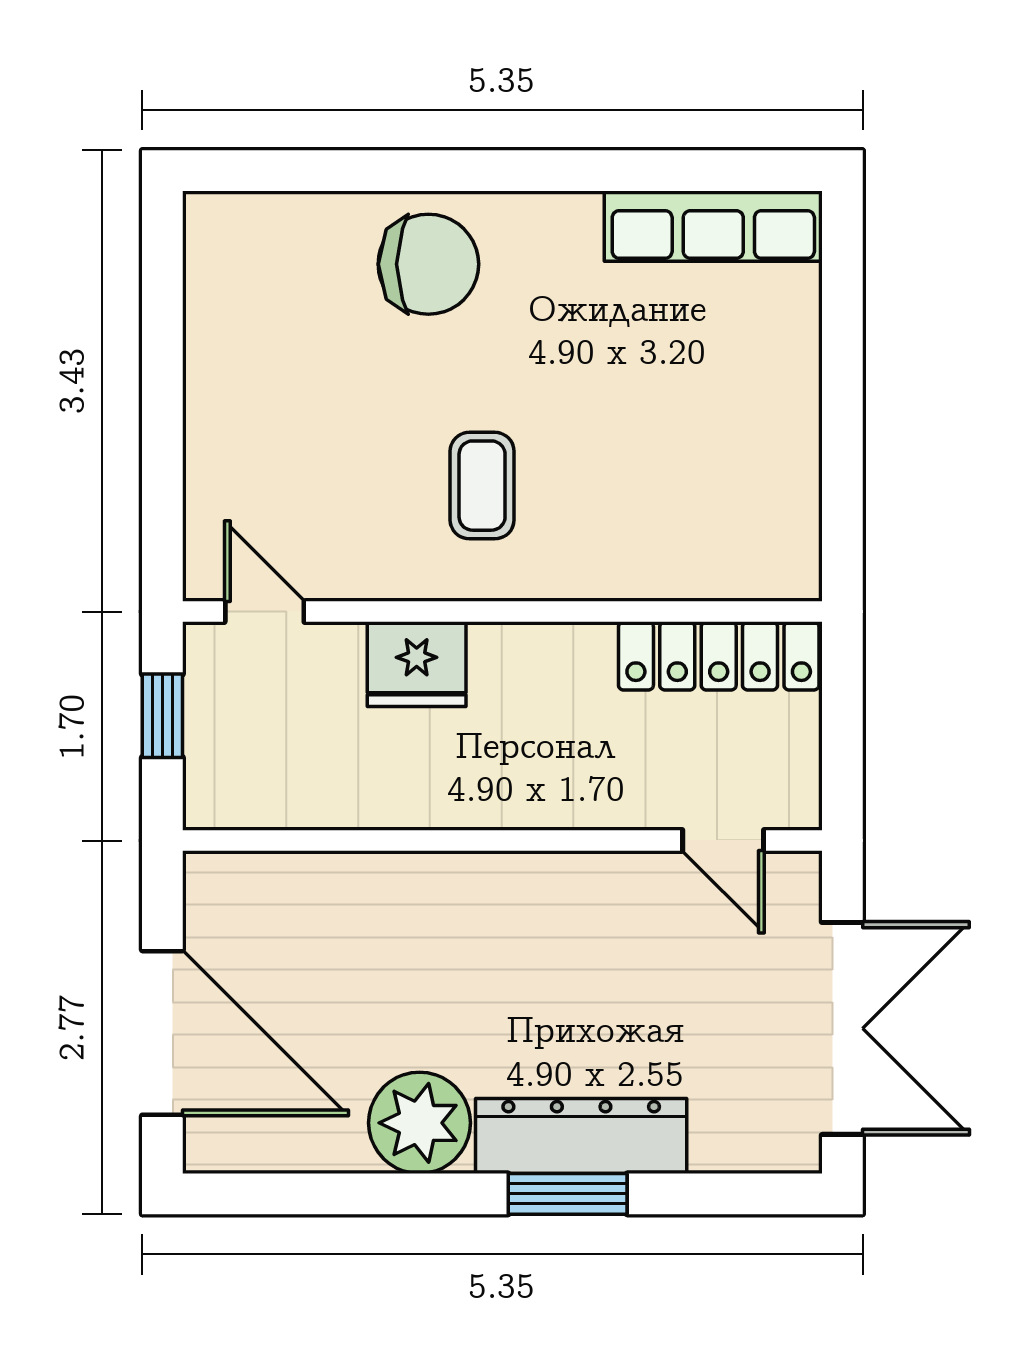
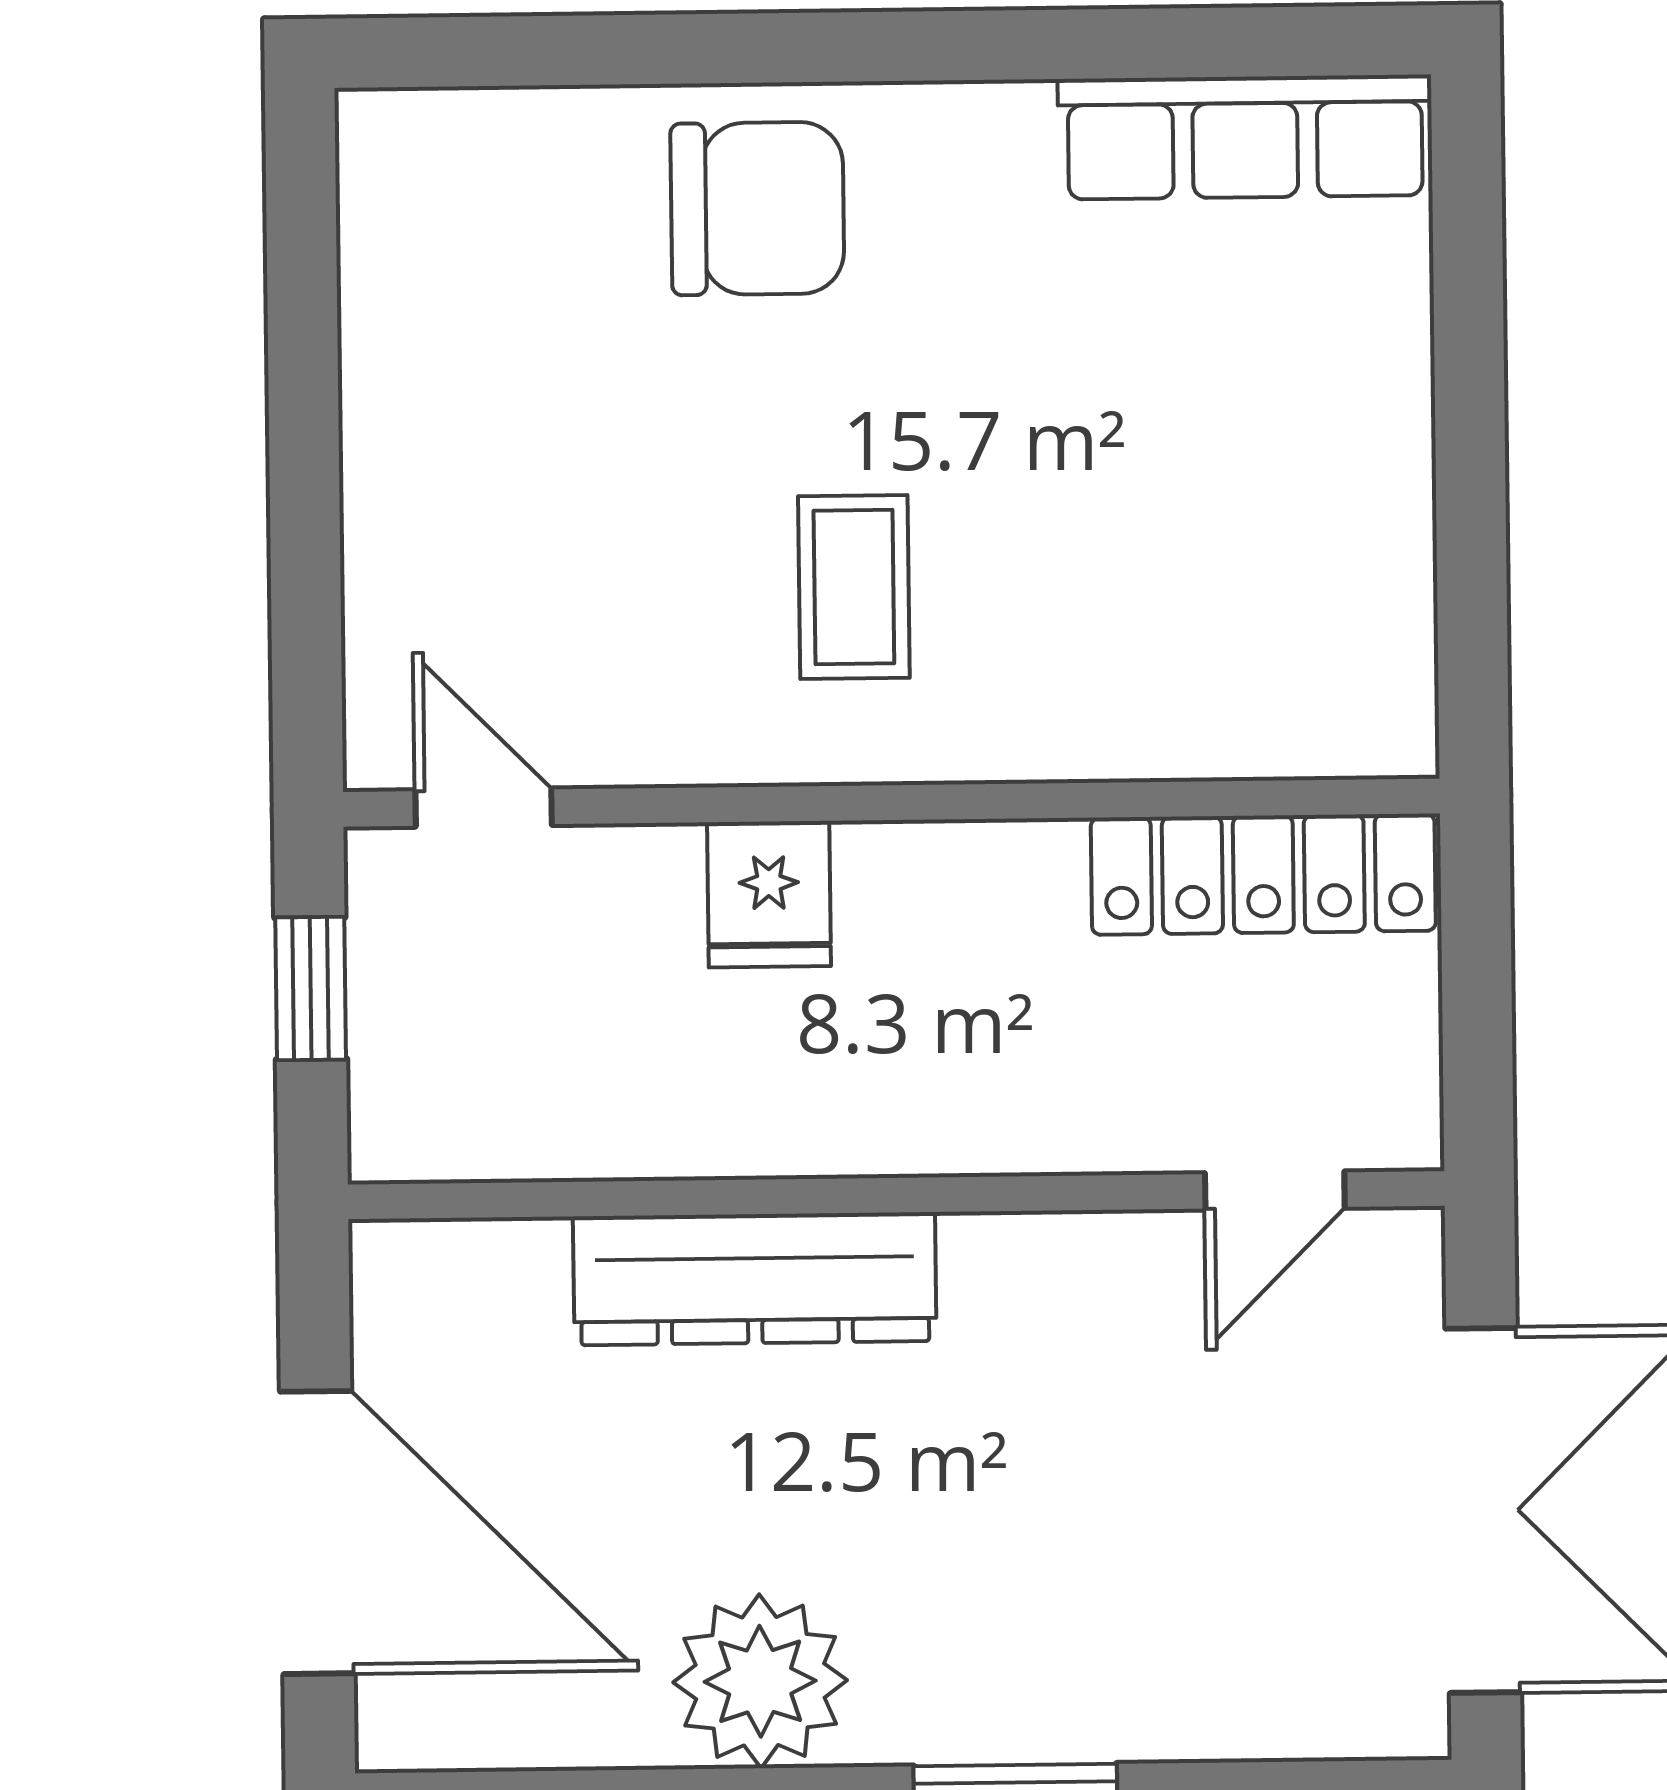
fridge: (417, 664) -> (769, 894), width x0.72
door: (723, 840) -> (1275, 1191), hinge flipped
dresser: (581, 1136) -> (755, 1279), moved, turned 180

